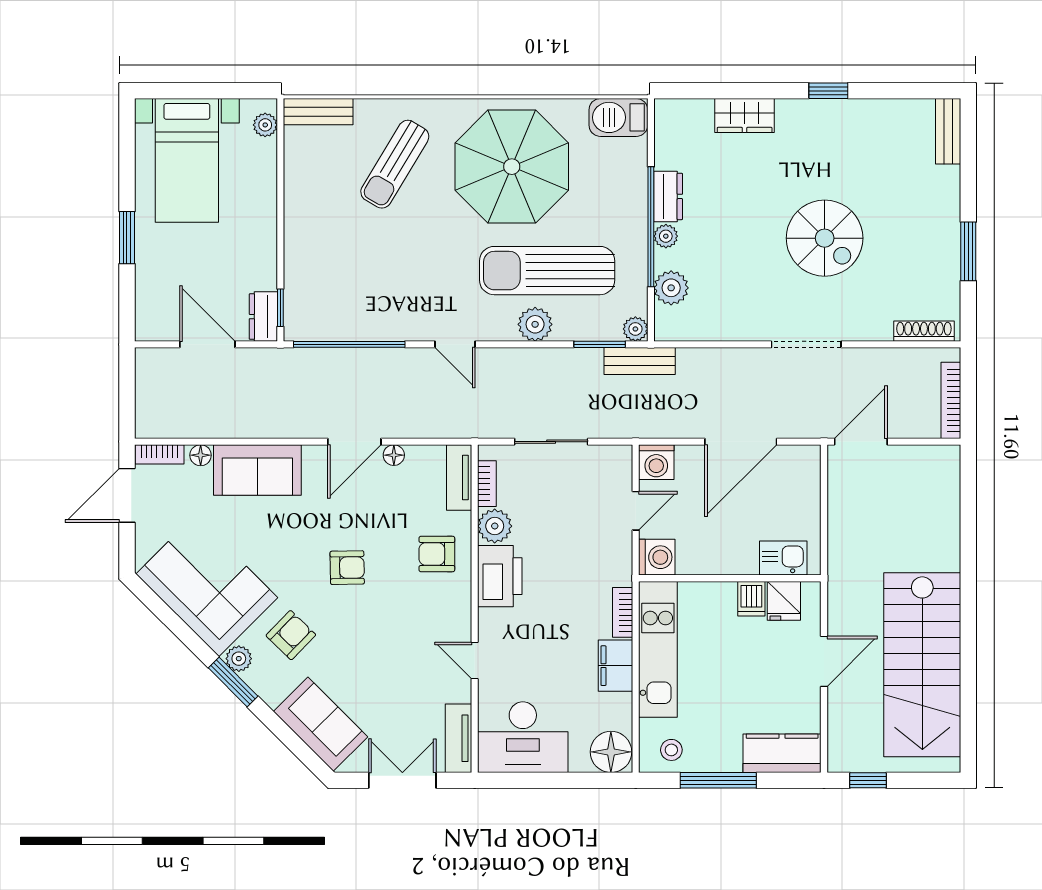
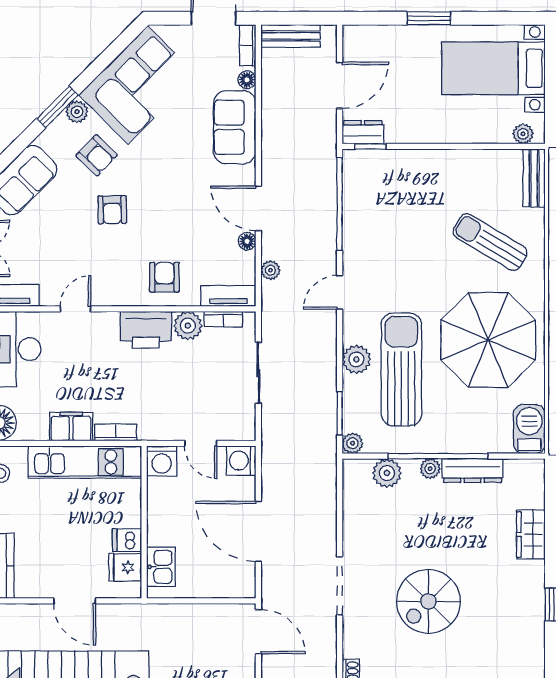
dresser: (668, 196) -> (473, 471), width x1.44
bench: (640, 361) -> (291, 36), moved, turned 90
plant: (428, 427) -> (270, 270), added
armchair: (347, 568) -> (112, 210), moved

